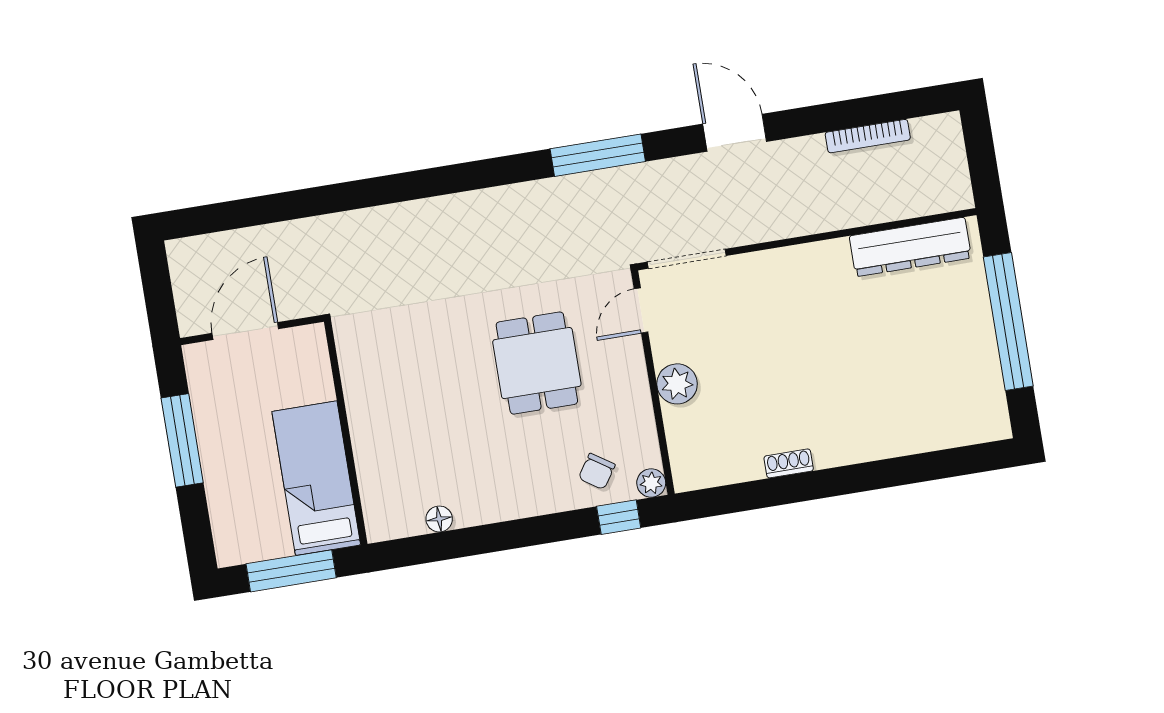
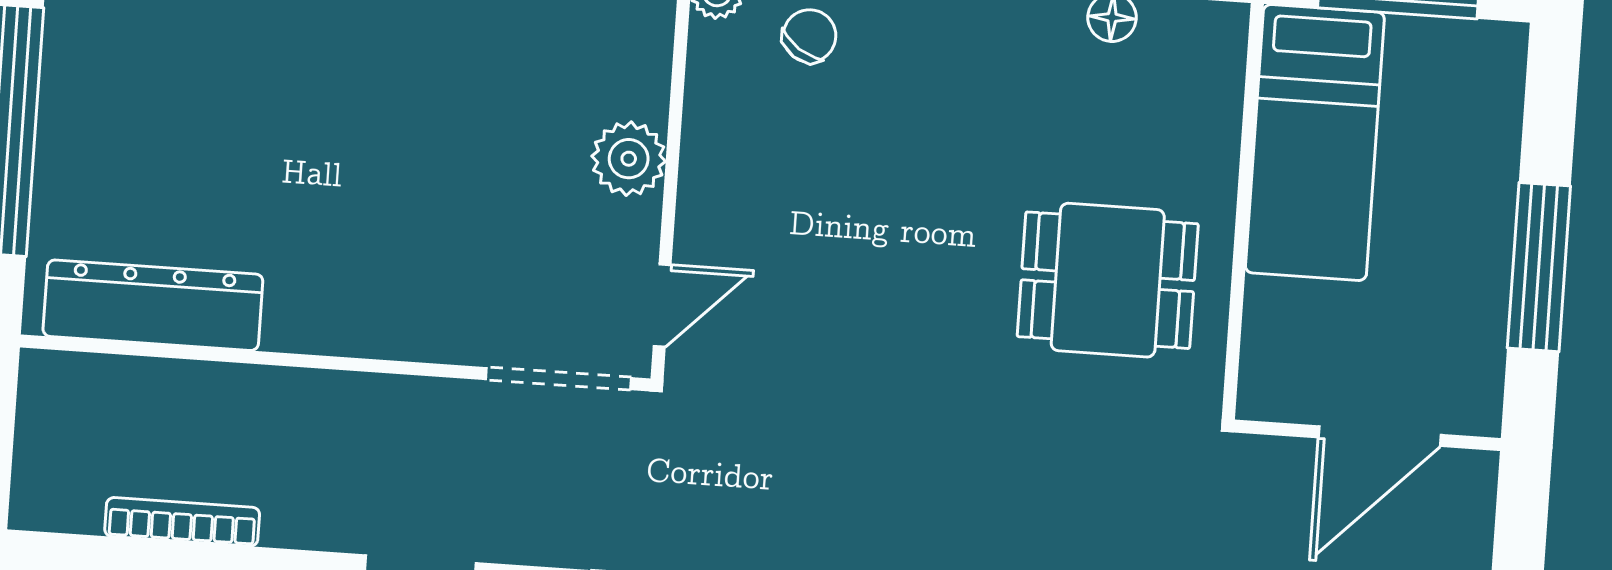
dining table: (537, 363) -> (1108, 280), moved, turned 90

